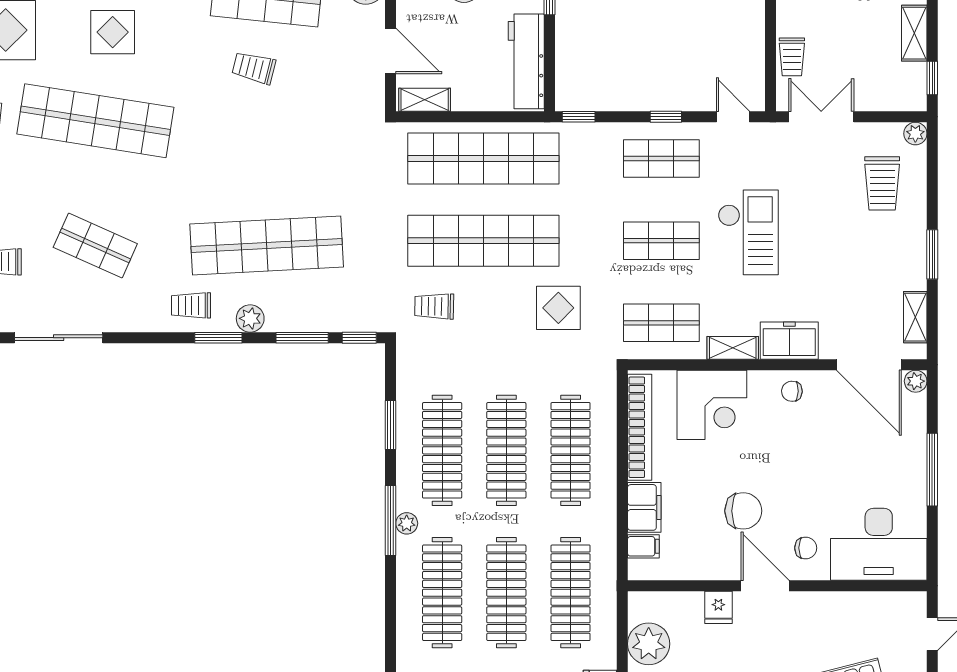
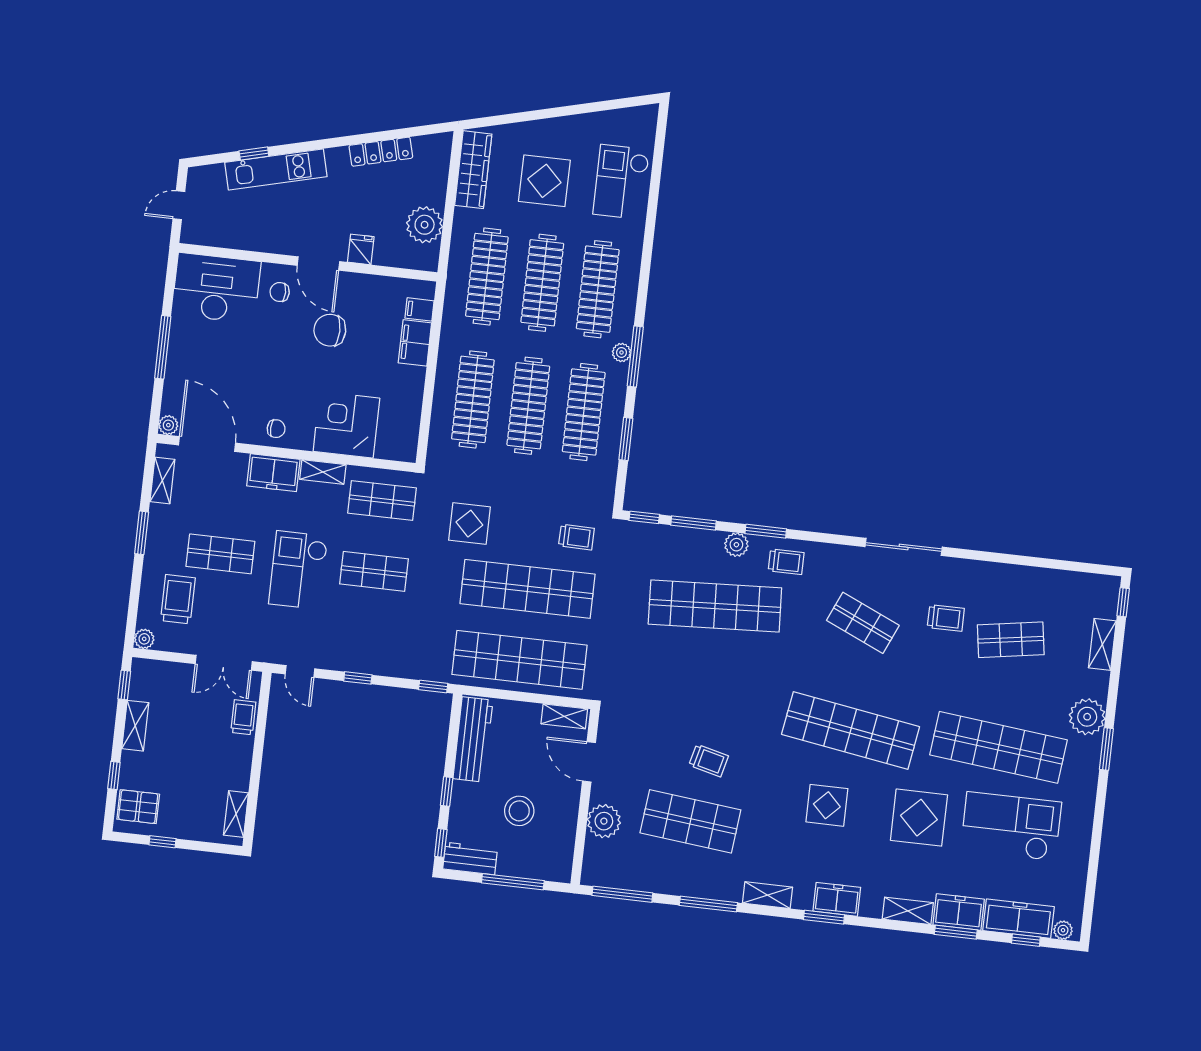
shop shelf: (661, 159) -> (220, 554), moved
bookcase: (640, 427) -> (411, 413), removed

